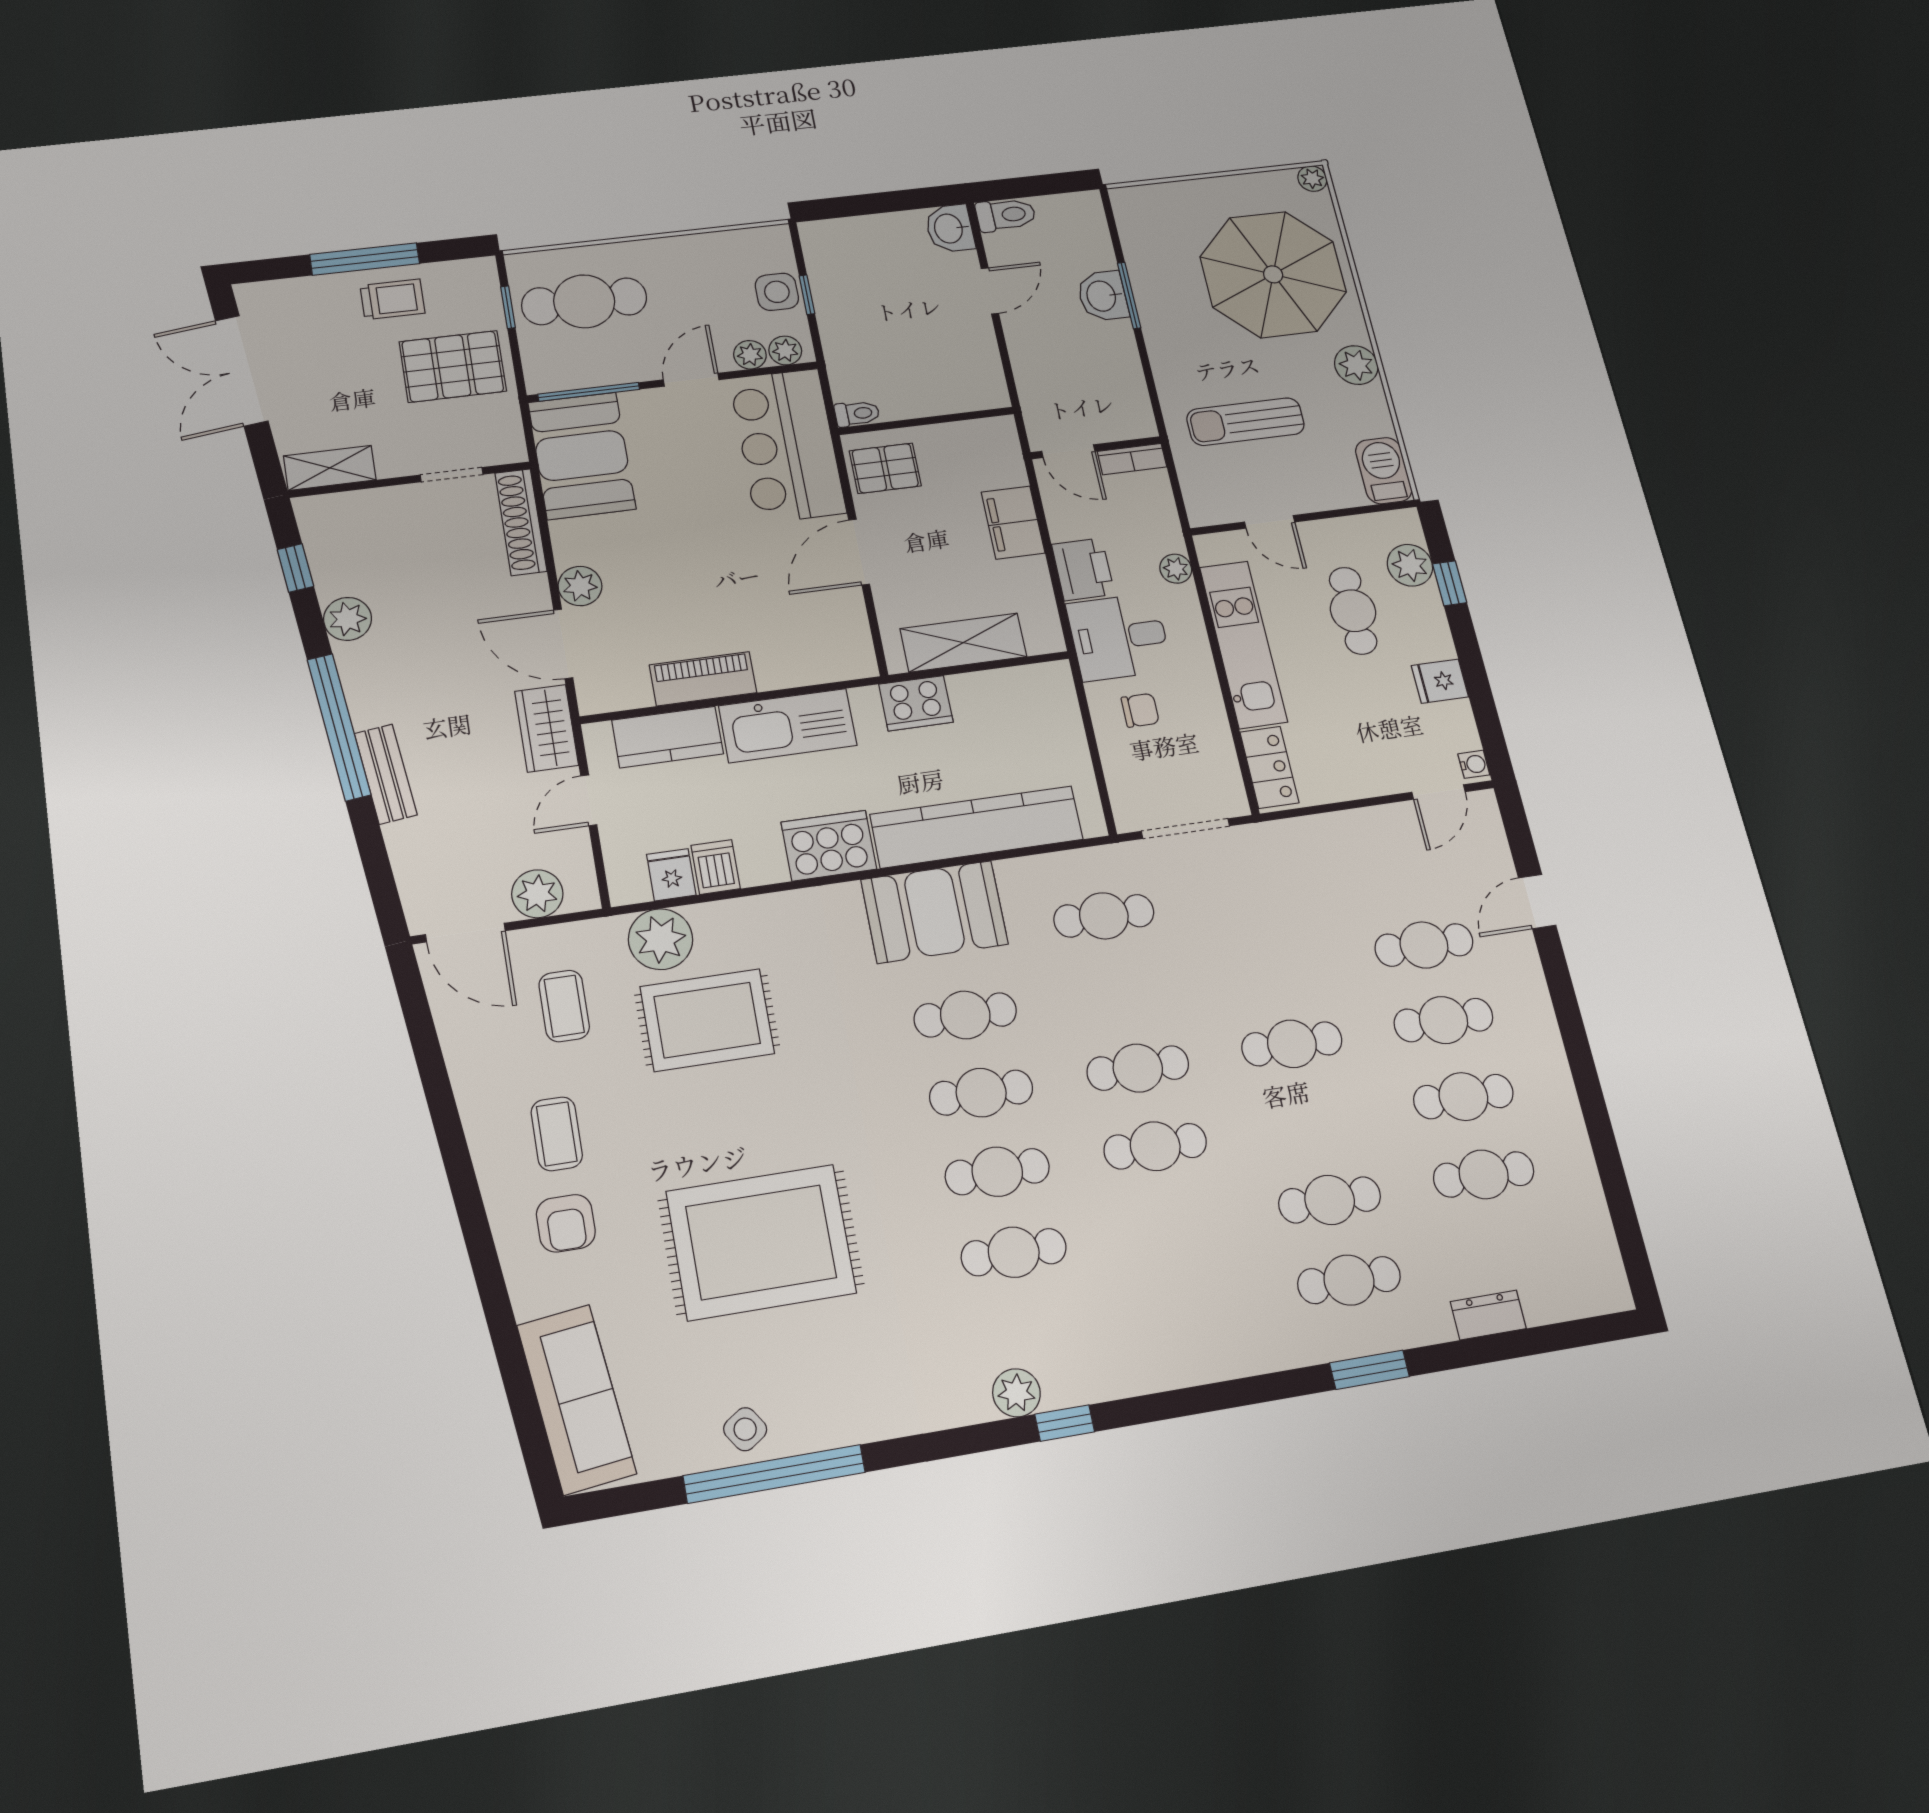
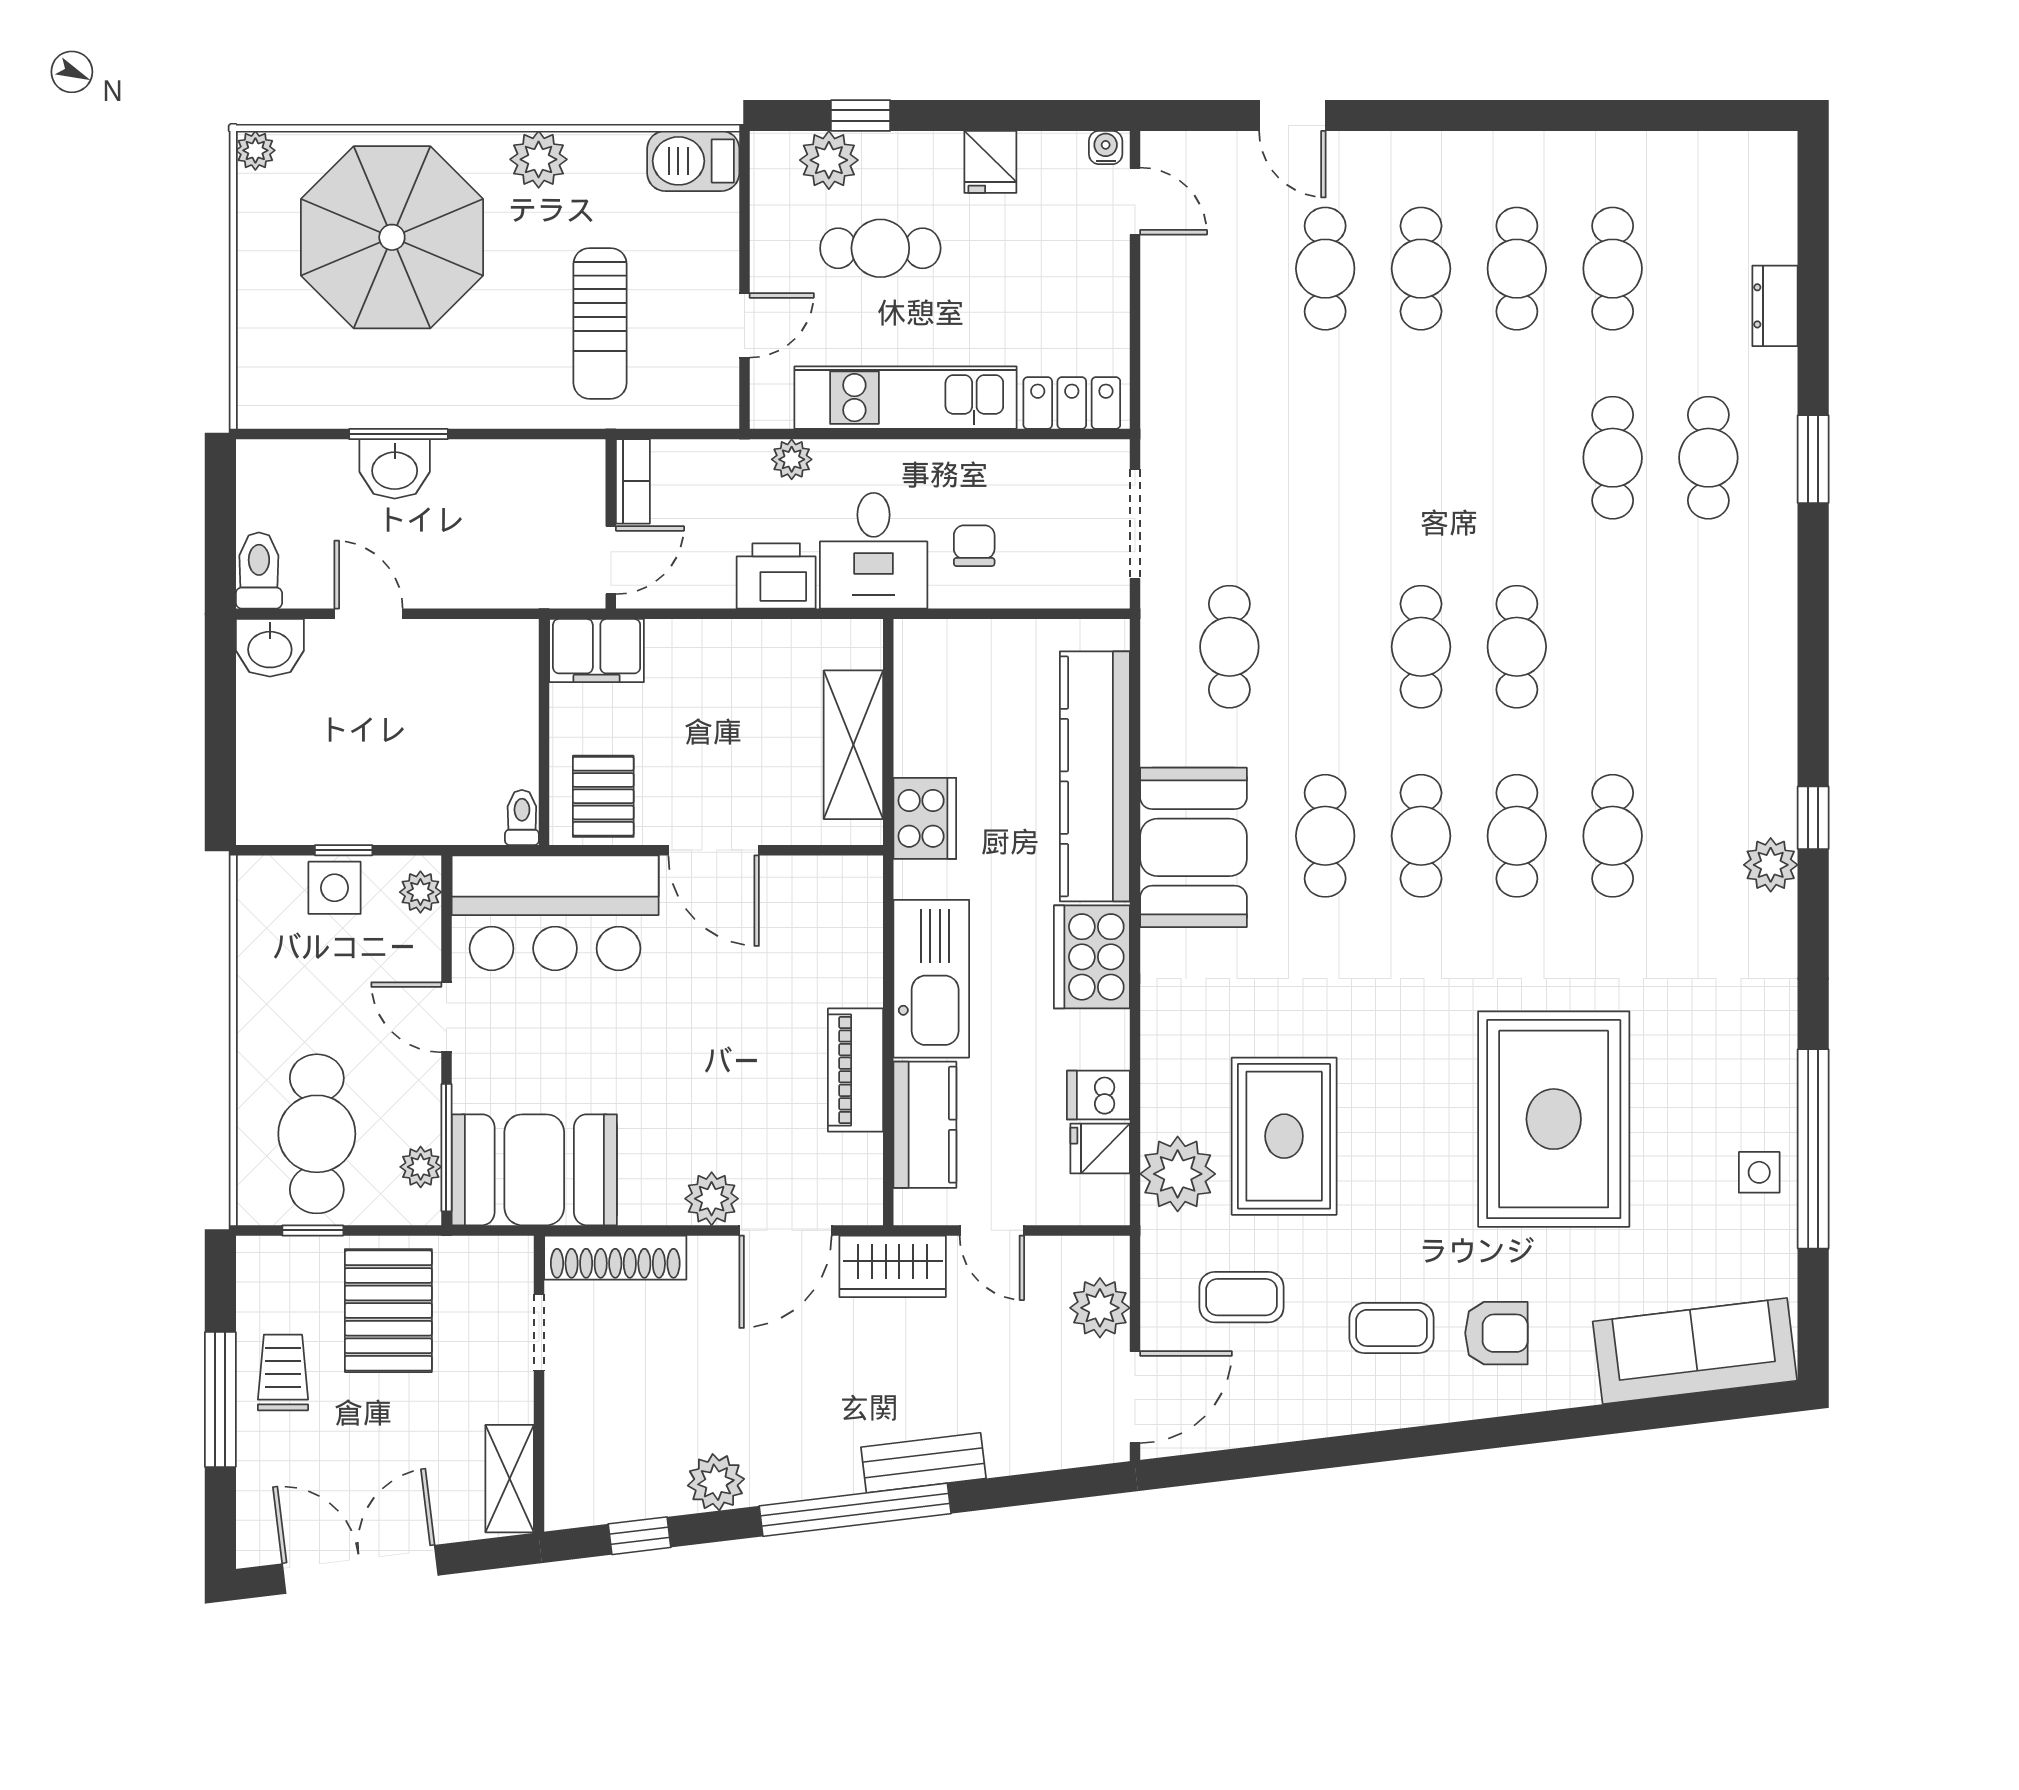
plant: (750, 355) -> (421, 1167), moved
double door: (242, 371) -> (360, 1569), swing flipped
filing cabinet: (1013, 523) -> (597, 651), moved
cafe table: (1292, 1044) -> (1421, 458), removed
side table: (745, 1429) -> (1759, 1172), turned 34

